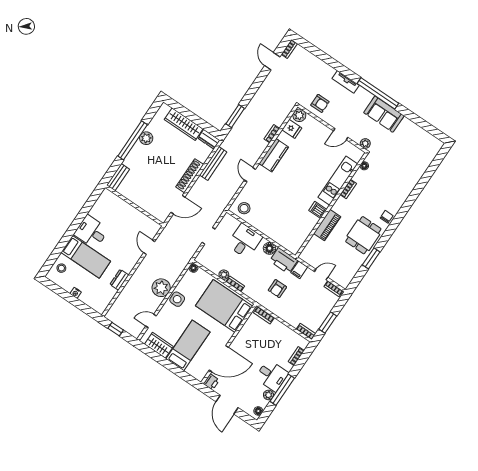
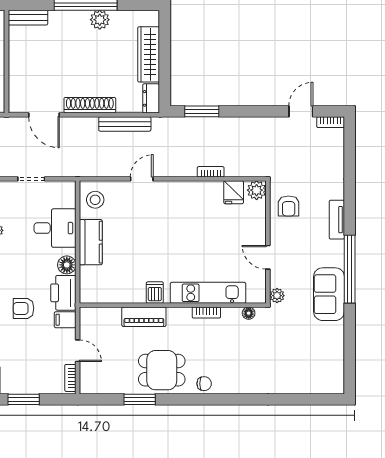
kitchen counter: (274, 155) -> (91, 242), moved, turned -90

